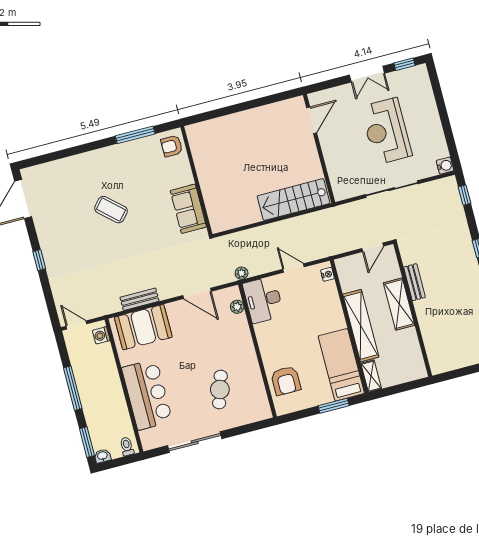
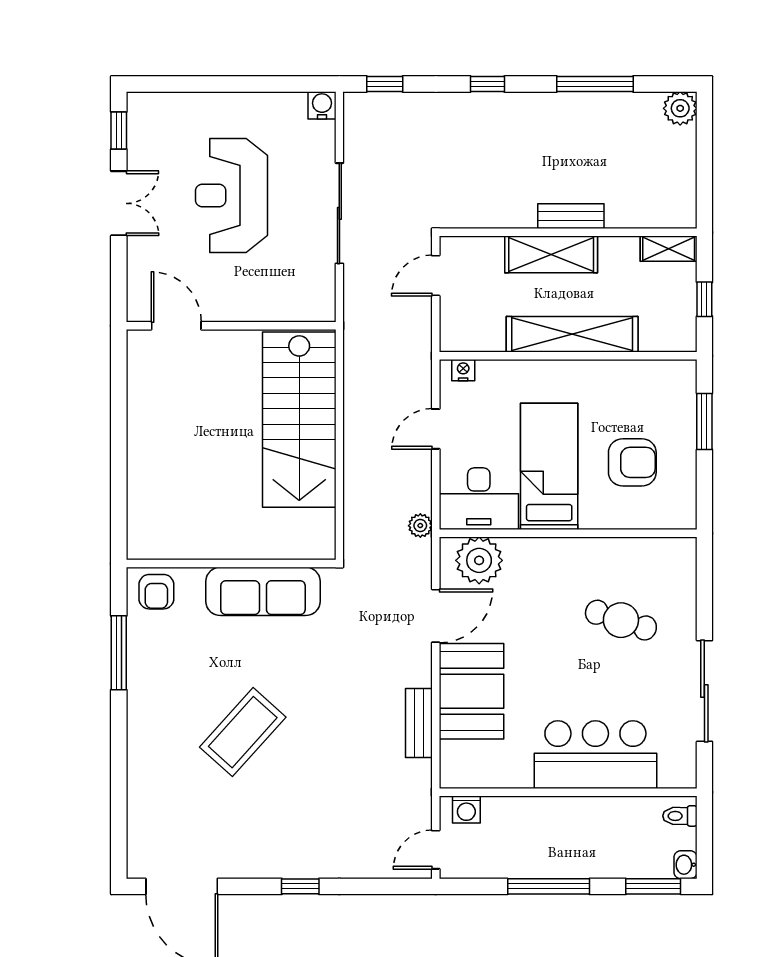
reception desk: (386, 131) -> (231, 195), turned 90
stairs: (294, 200) -> (299, 420), width x1.36, depth x1.51
sofa: (188, 209) -> (263, 591), width x1.36
coffee table: (111, 210) -> (243, 732), width x1.36, depth x1.32
door: (373, 247) -> (436, 276), swing flipped
bench: (414, 282) -> (571, 216), moved
plant: (237, 307) -> (479, 560), width x1.87, depth x1.87
booth: (143, 327) -> (471, 691), moved
bed: (341, 365) -> (549, 466), moved, turned 90
shelving: (371, 376) -> (669, 249), moved
armchair: (286, 381) -> (632, 462), moved
window: (397, 389) -> (704, 299), added

